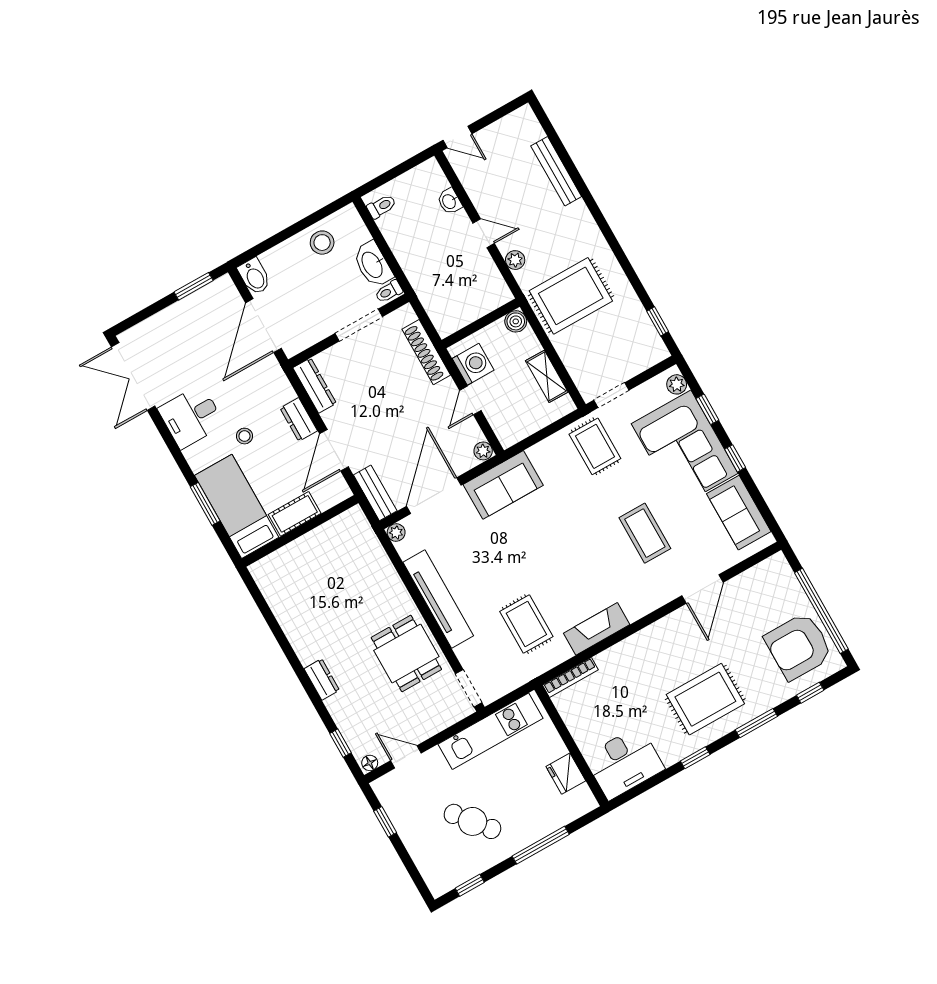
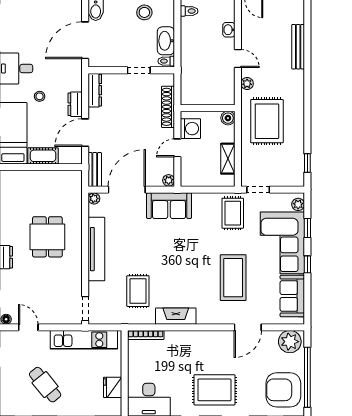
rug: (571, 296) -> (267, 121), turned 90
doorway: (359, 325) -> (139, 70), width x0.73
coffee table: (645, 533) -> (233, 278), width x1.36, depth x1.32
plant: (770, 576) -> (290, 342), added
dining table: (406, 653) -> (47, 237), moved

